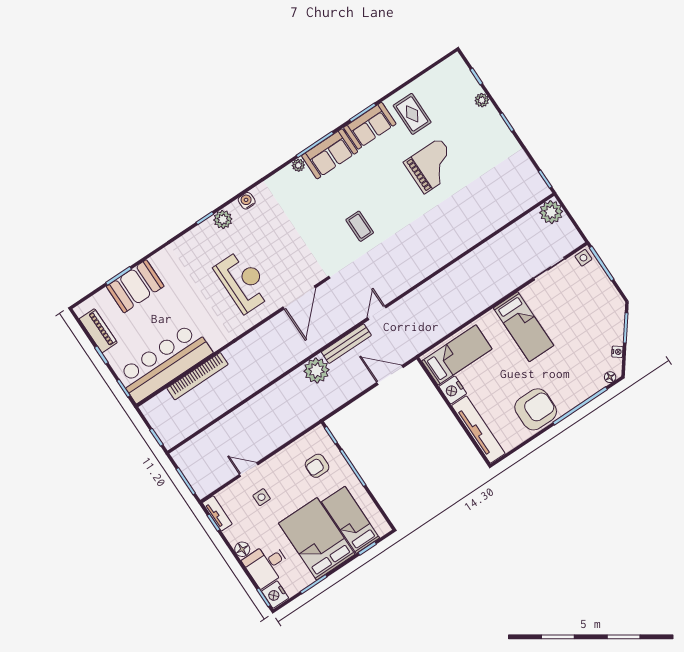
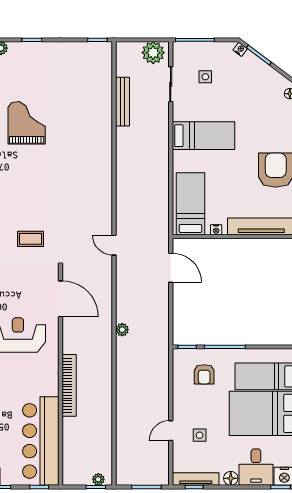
plant: (551, 212) -> (153, 53), moved
coffee table: (360, 226) -> (30, 239), moved
side table: (583, 258) -> (205, 77), moved
bench: (346, 344) -> (122, 102), moved
nightstand: (617, 352) -> (240, 49), moved
plant: (316, 370) -> (122, 330), width x0.53, depth x0.53
door: (390, 375) -> (171, 268), swing flipped
bookcase: (197, 376) -> (69, 385), moved
nightstand: (453, 390) -> (216, 230), width x0.53, depth x0.56
plant: (164, 435) -> (98, 479), added
tv unit: (217, 513) -> (196, 479), width x1.41

